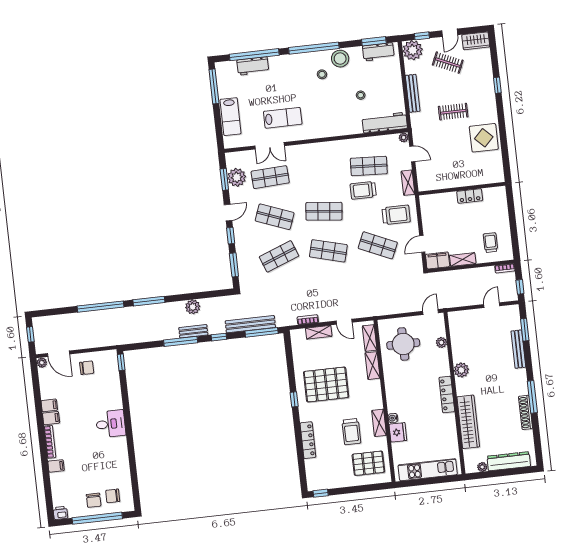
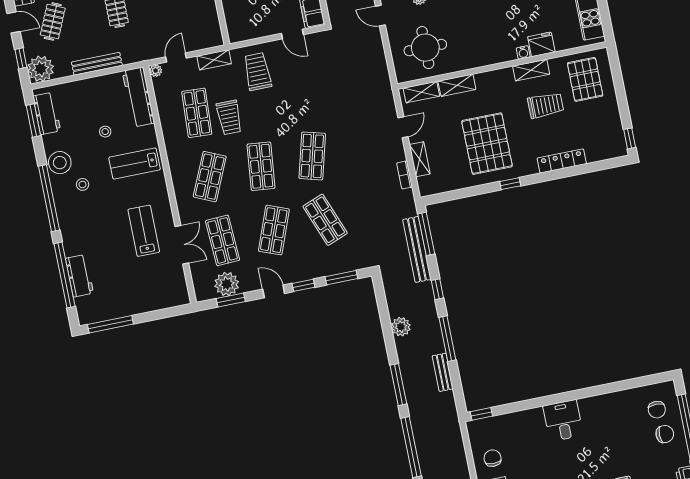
lab bench: (230, 117) -> (135, 163), moved, turned 180
shop shelf: (378, 245) -> (210, 177), moved
bench: (193, 331) -> (443, 372), moved

